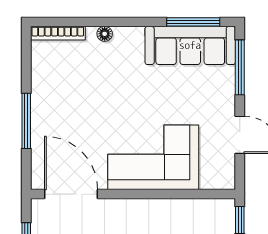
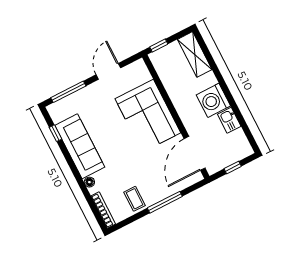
window: (193, 22) -> (55, 133), width x0.46
sofa: (190, 45) -> (80, 146), moved
coffee table: (51, 83) -> (135, 199), added

